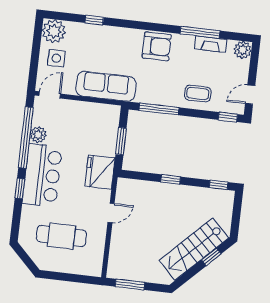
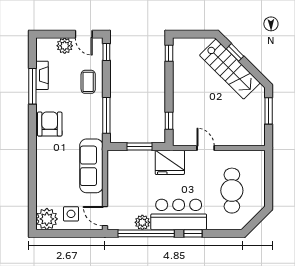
window: (94, 20) -> (32, 184), removed
plant: (243, 50) -> (65, 46), moved
window: (171, 179) -> (169, 121), moved
window: (130, 284) -> (269, 111), moved

